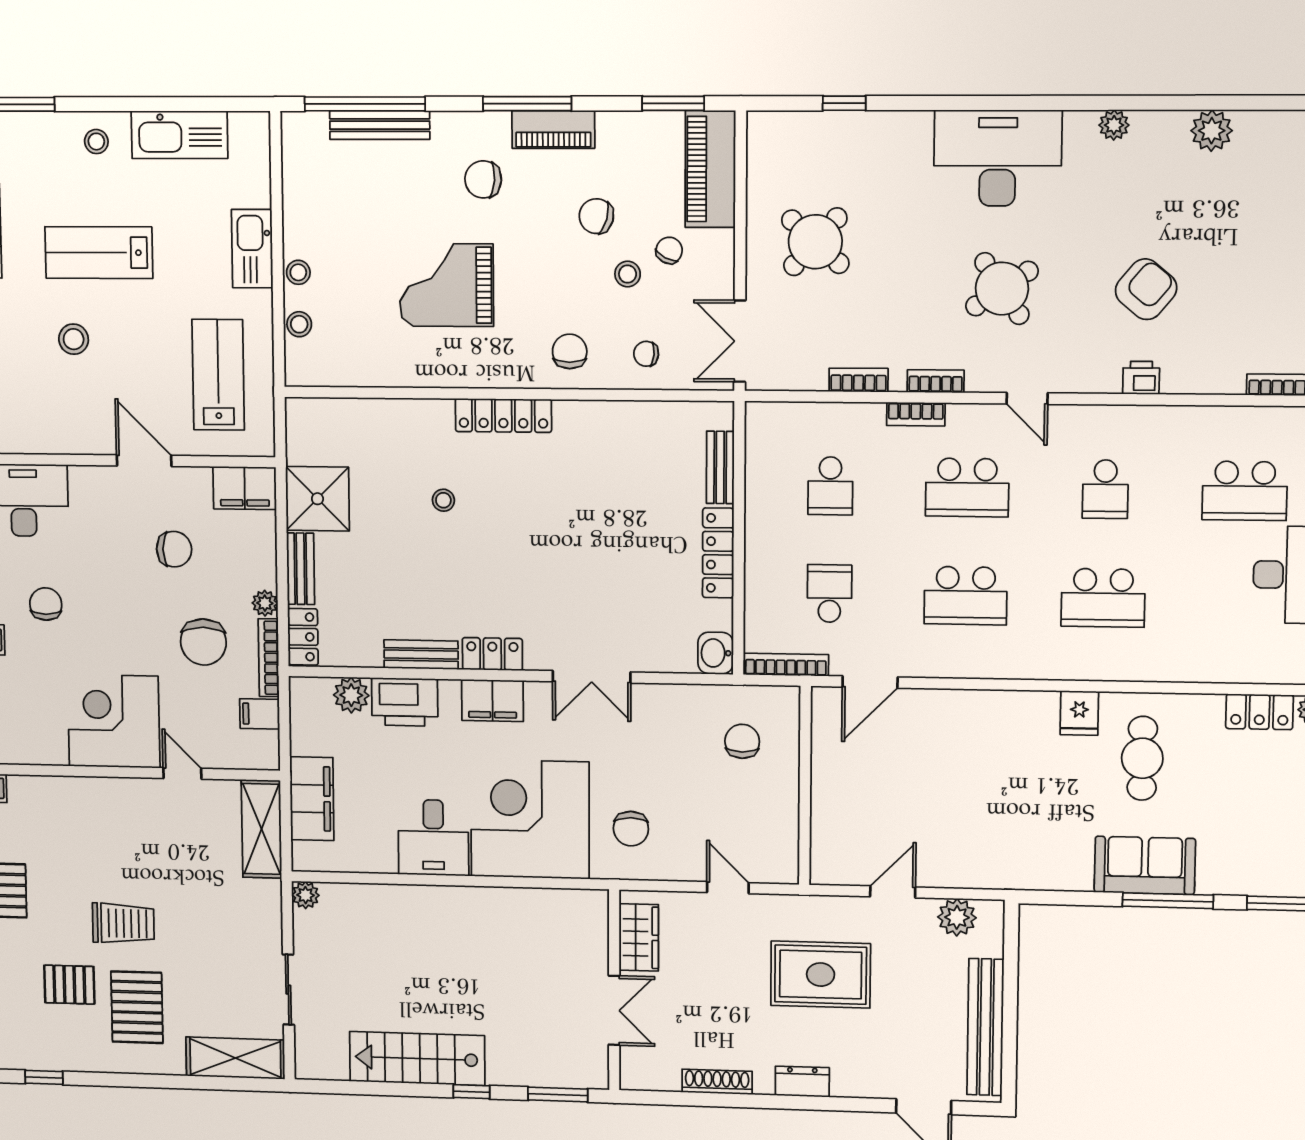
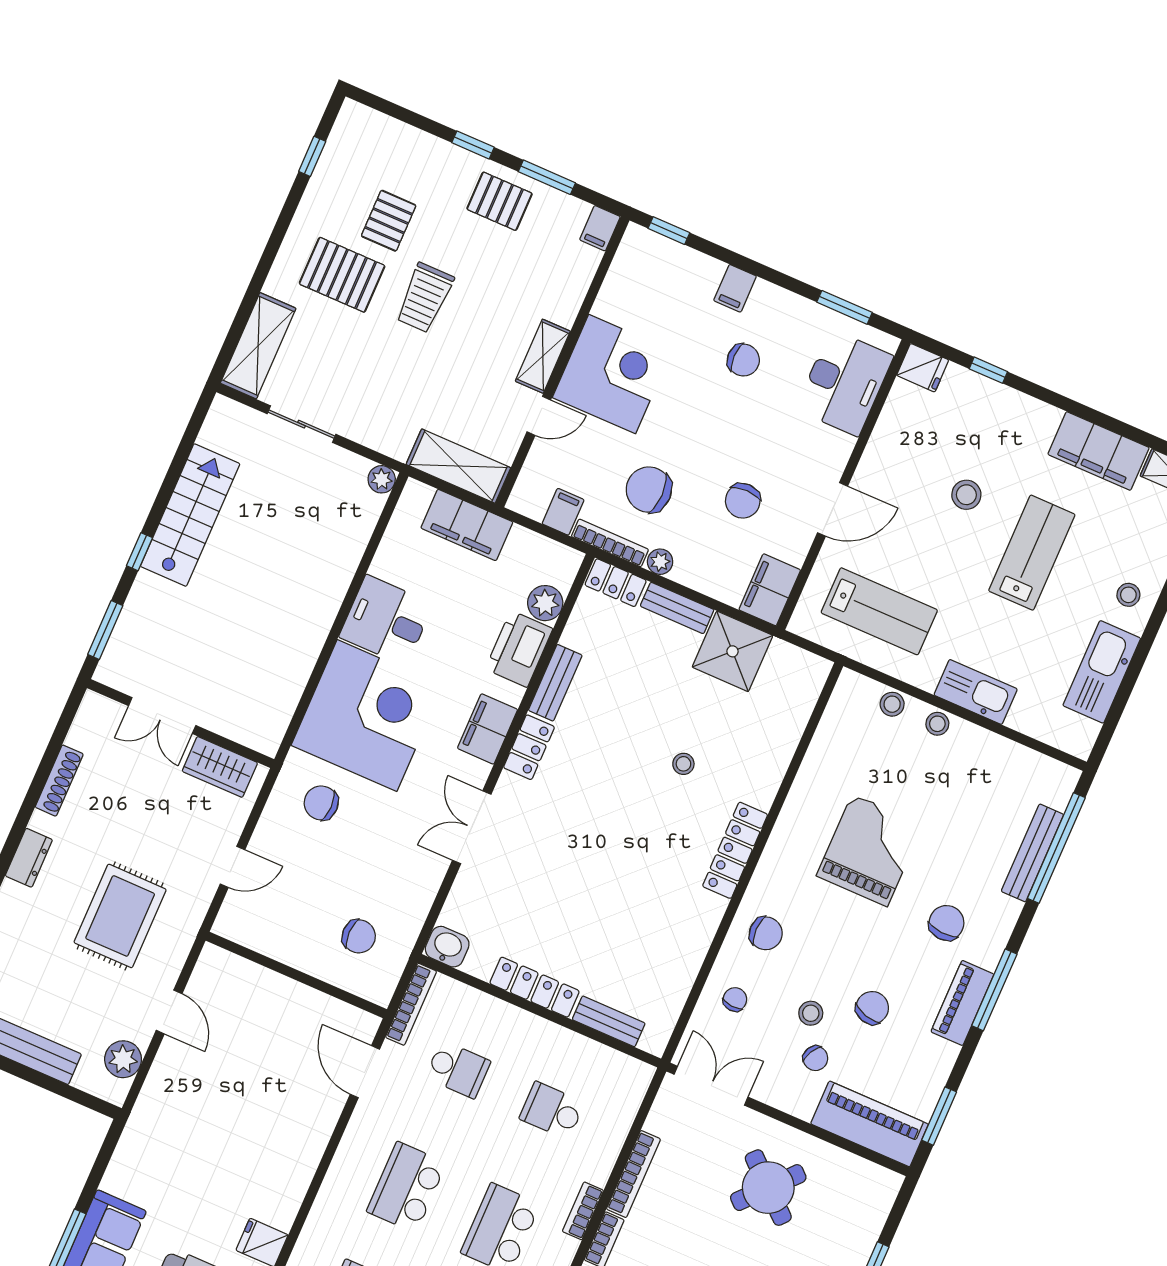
bookcase: (859, 380) -> (633, 1174), width x1.56
shelving: (127, 792) -> (543, 356), added

